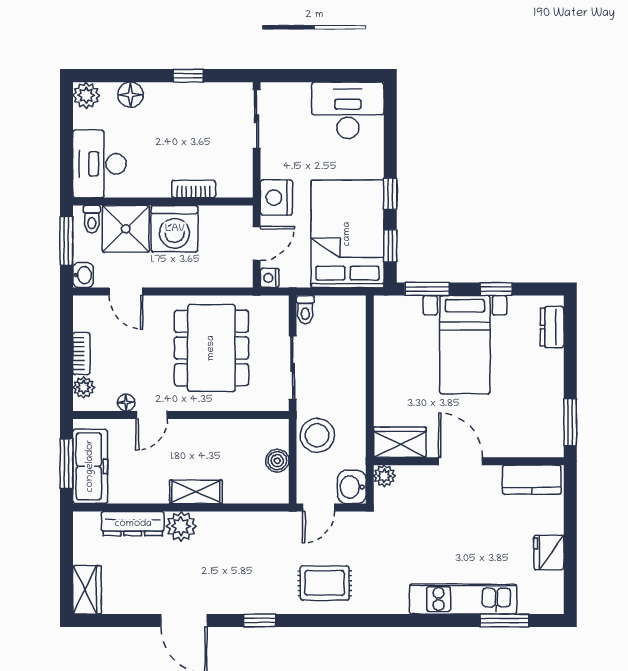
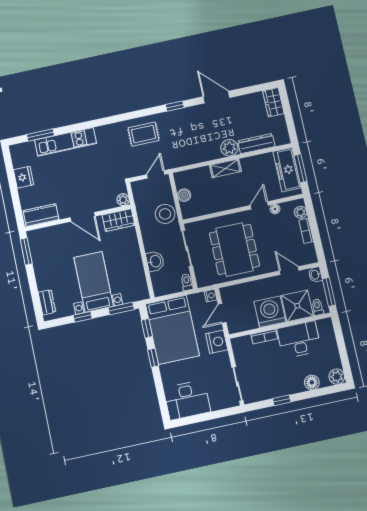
desk: (100, 164) -> (299, 340), moved, turned -90
washbasin: (352, 487) -> (155, 261), moved

